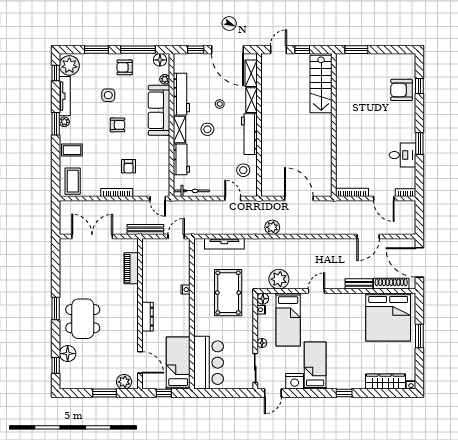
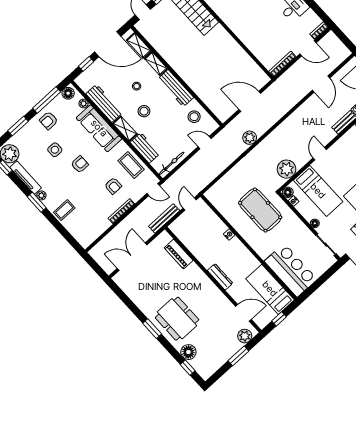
coffee table: (73, 181) -> (131, 165), moved
tv unit: (224, 244) -> (227, 179), removed

